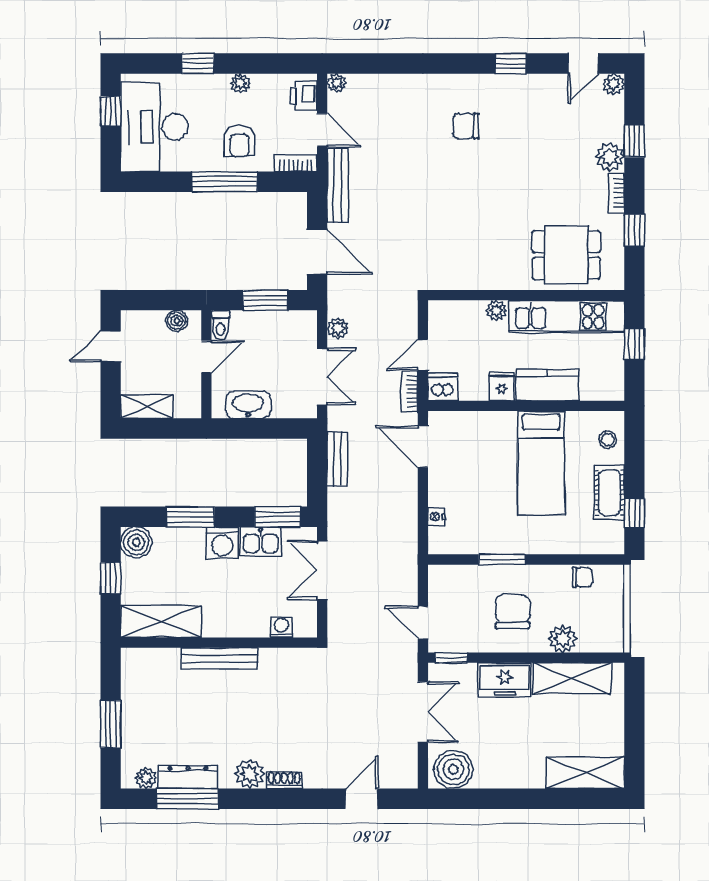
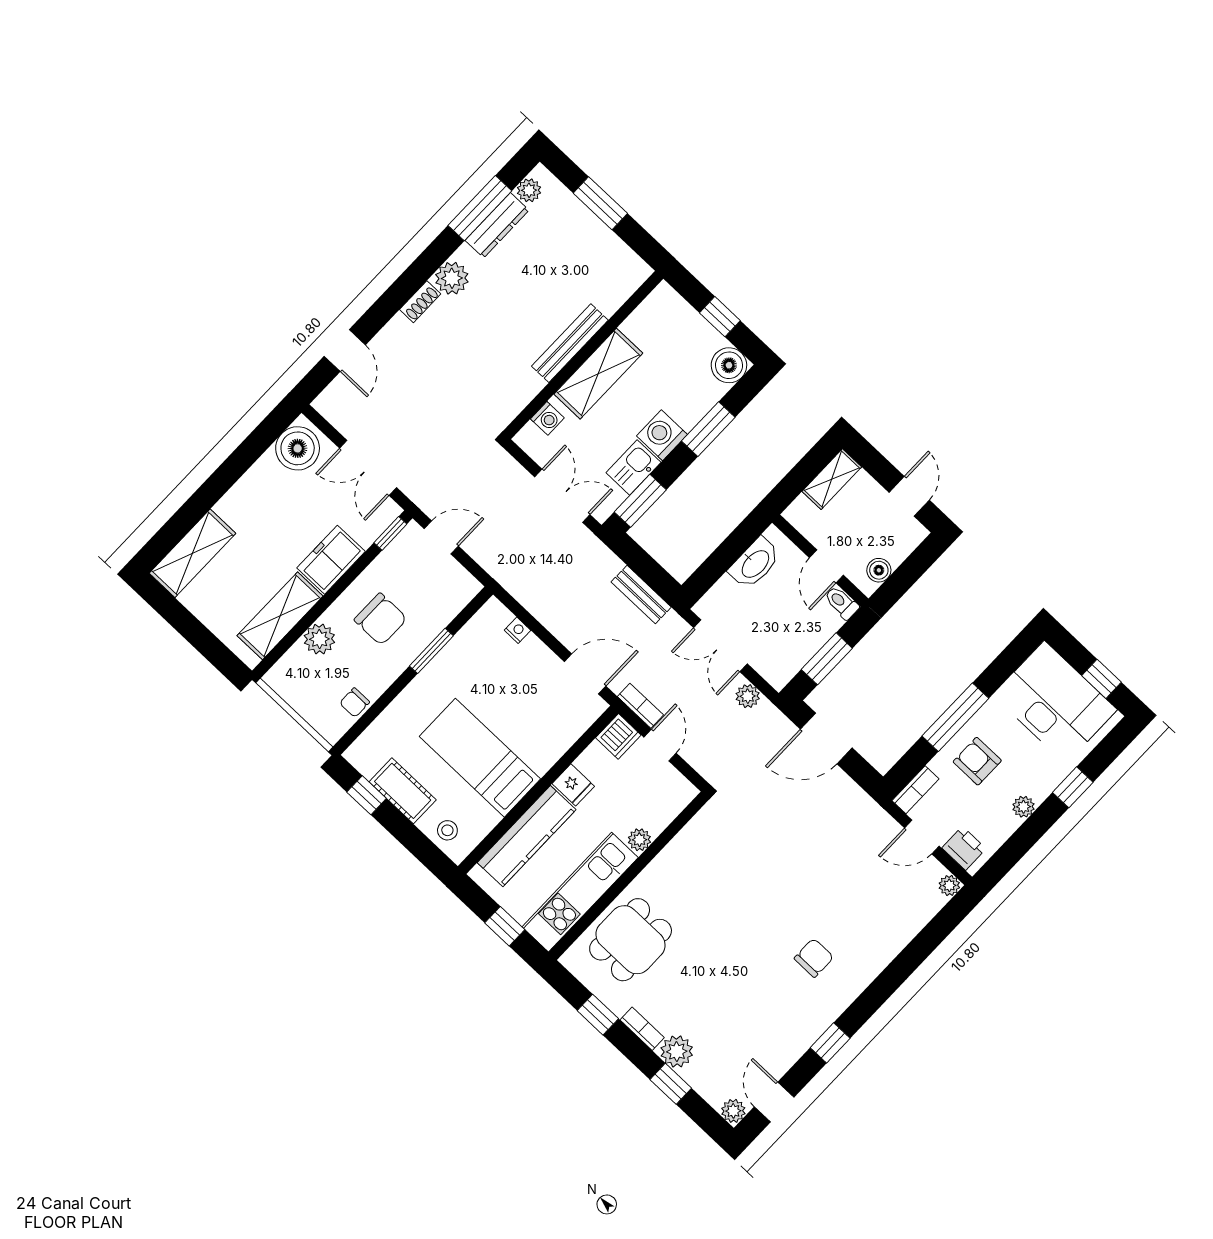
bench: (338, 185) -> (865, 807), removed
kitchen counter: (547, 385) -> (527, 836), width x1.50
shelving: (161, 621) -> (598, 374), moved

